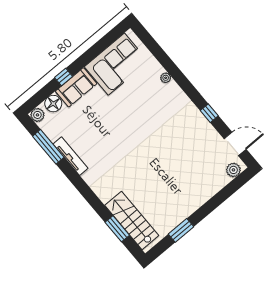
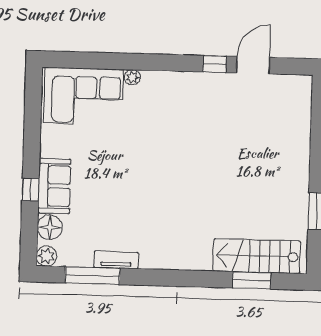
corner sofa: (116, 64) -> (83, 96), moved, turned 90
door: (235, 144) -> (253, 65), moved
tv unit: (71, 156) -> (116, 260), width x0.71
plant: (233, 170) -> (302, 93), removed

